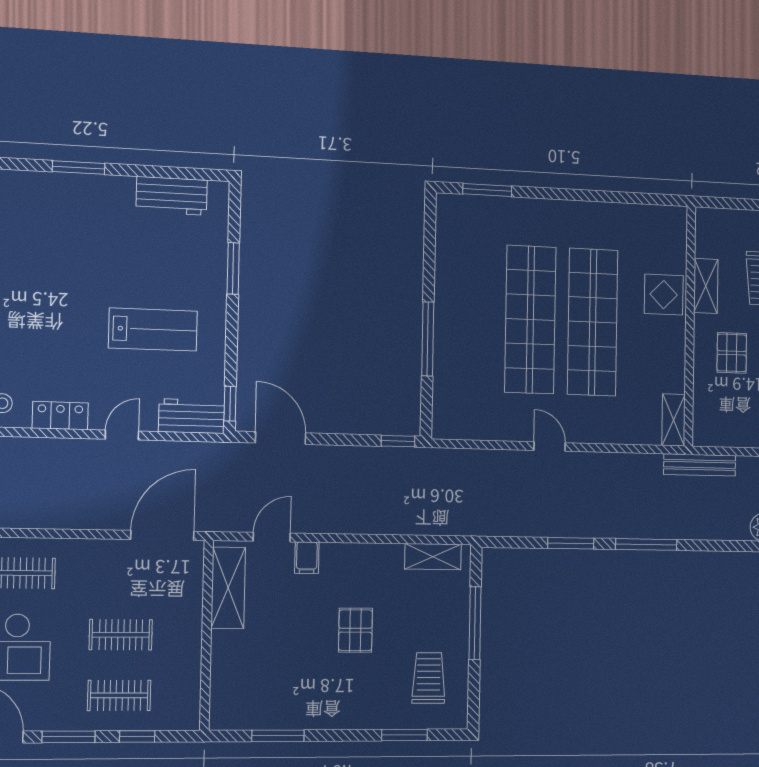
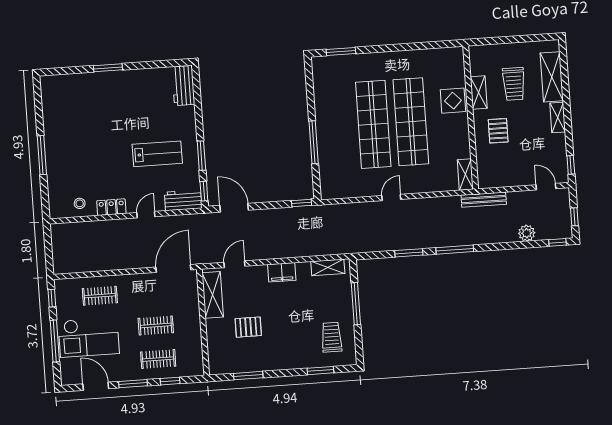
workbench: (172, 196) -> (183, 86), moved, turned 90
window: (233, 268) -> (201, 156), moved
door: (550, 447) -> (391, 198), hinge flipped
filing cabinet: (307, 558) -> (282, 272), moved, width x2.00
pallet: (355, 630) -> (248, 327), moved, turned 90

